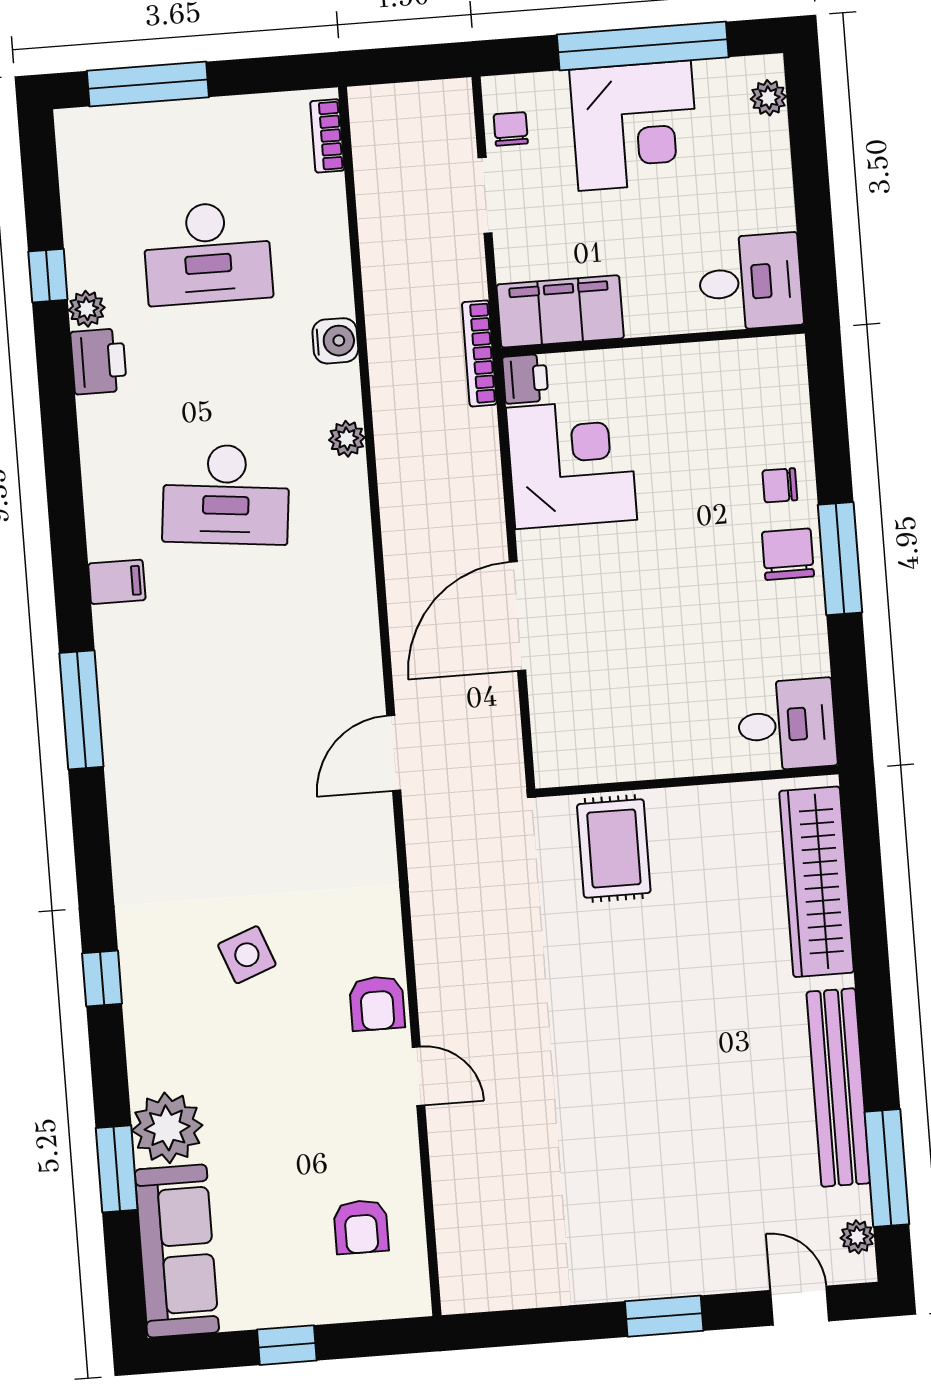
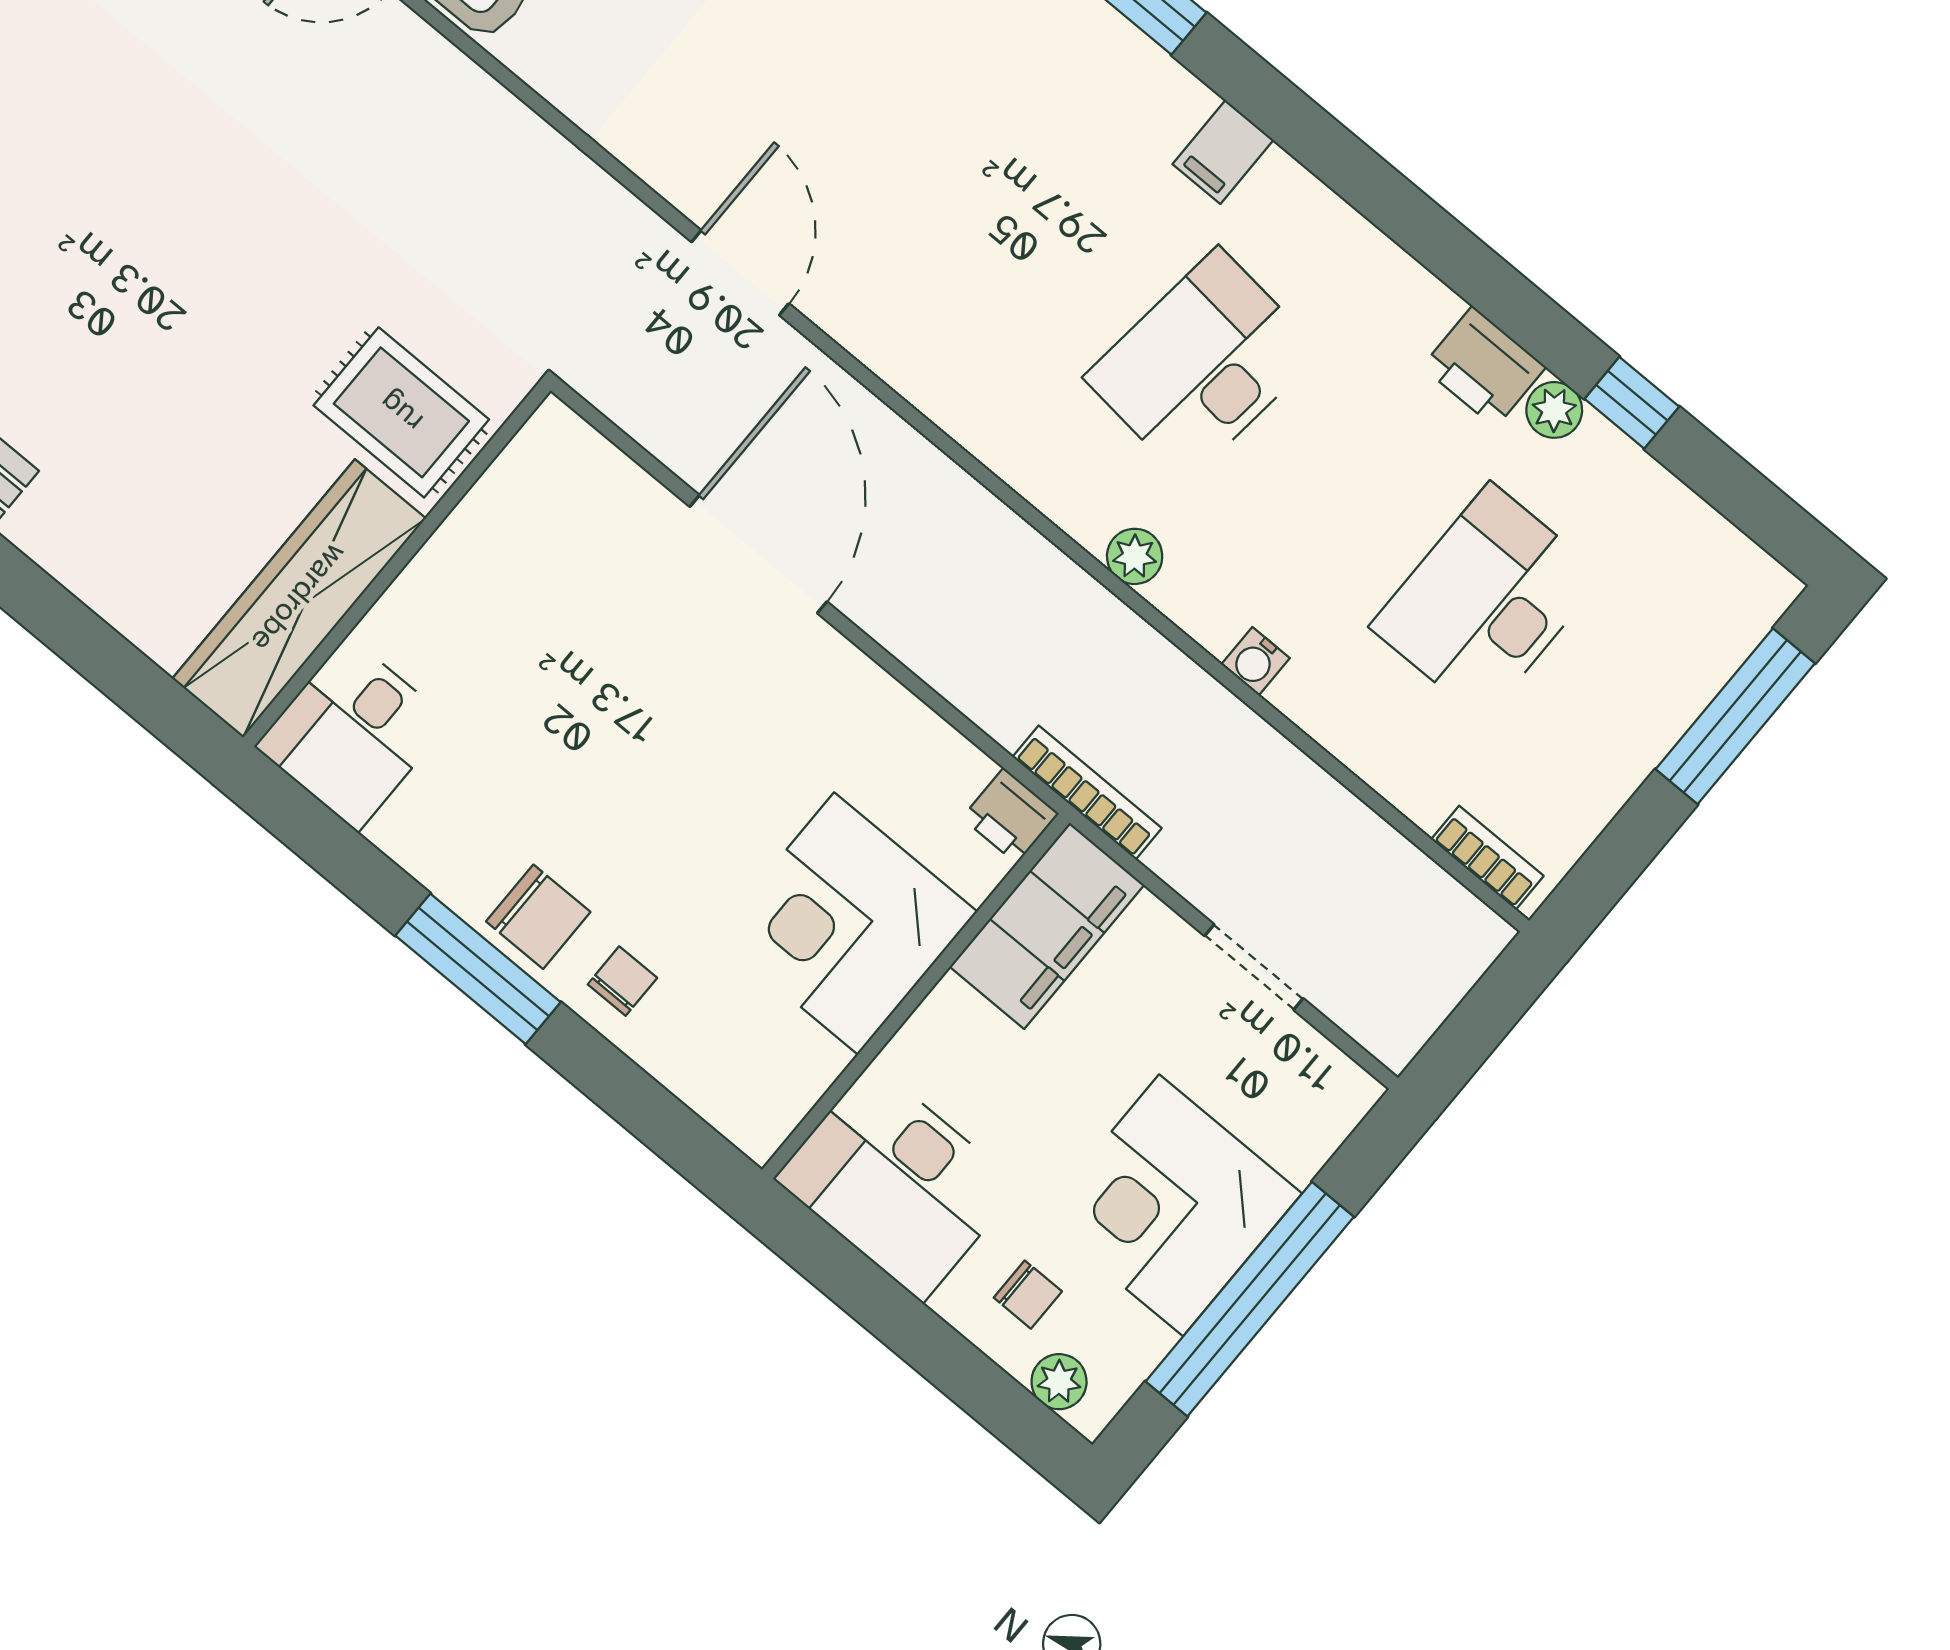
chair: (511, 129) -> (1028, 1295), moved
desk: (750, 282) -> (897, 1182), width x1.37
water cooler: (335, 341) -> (1255, 661), width x0.72, depth x0.72
corner desk: (571, 464) -> (846, 924), moved, turned 90
wardrobe: (817, 882) -> (299, 598), moved, turned -90

